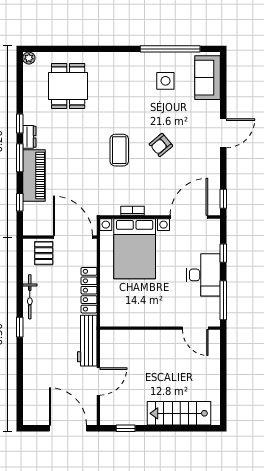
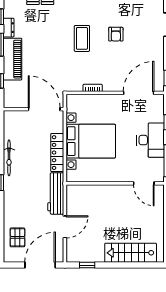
armchair: (161, 145) -> (116, 34), turned -50
bed with nightstands: (135, 249) -> (91, 141), moved, turned -90
pallet: (44, 253) -> (17, 237), moved
door: (68, 428) -> (40, 265), hinge flipped

